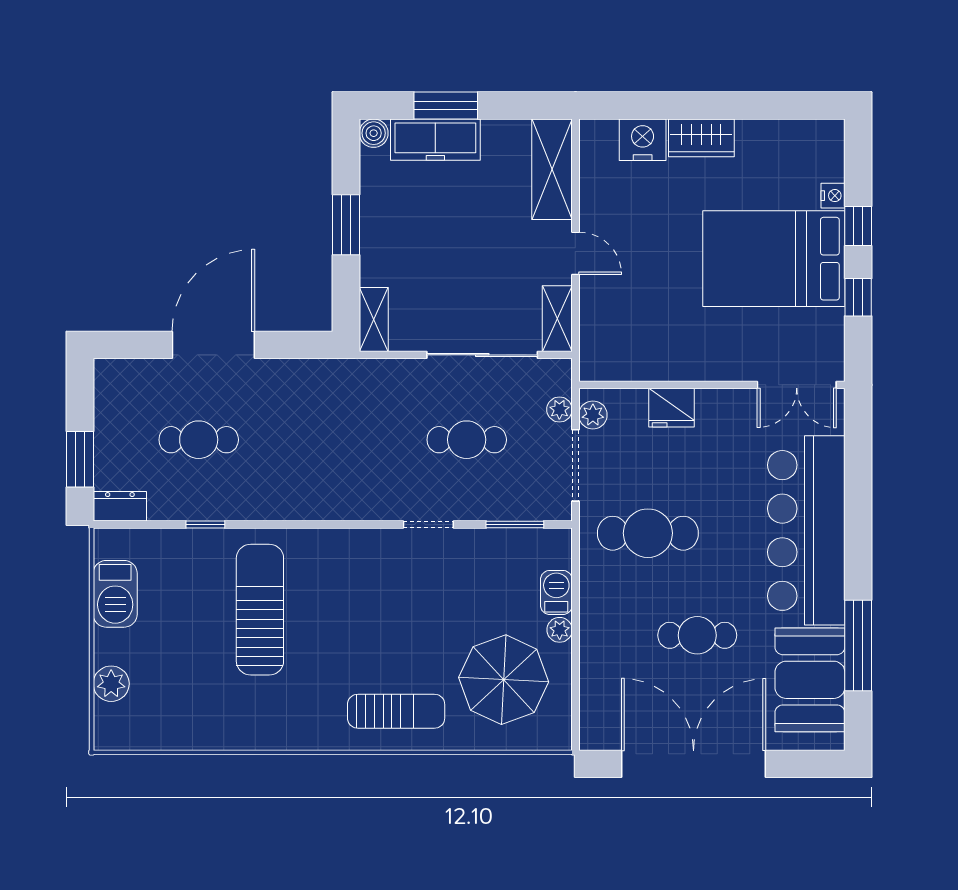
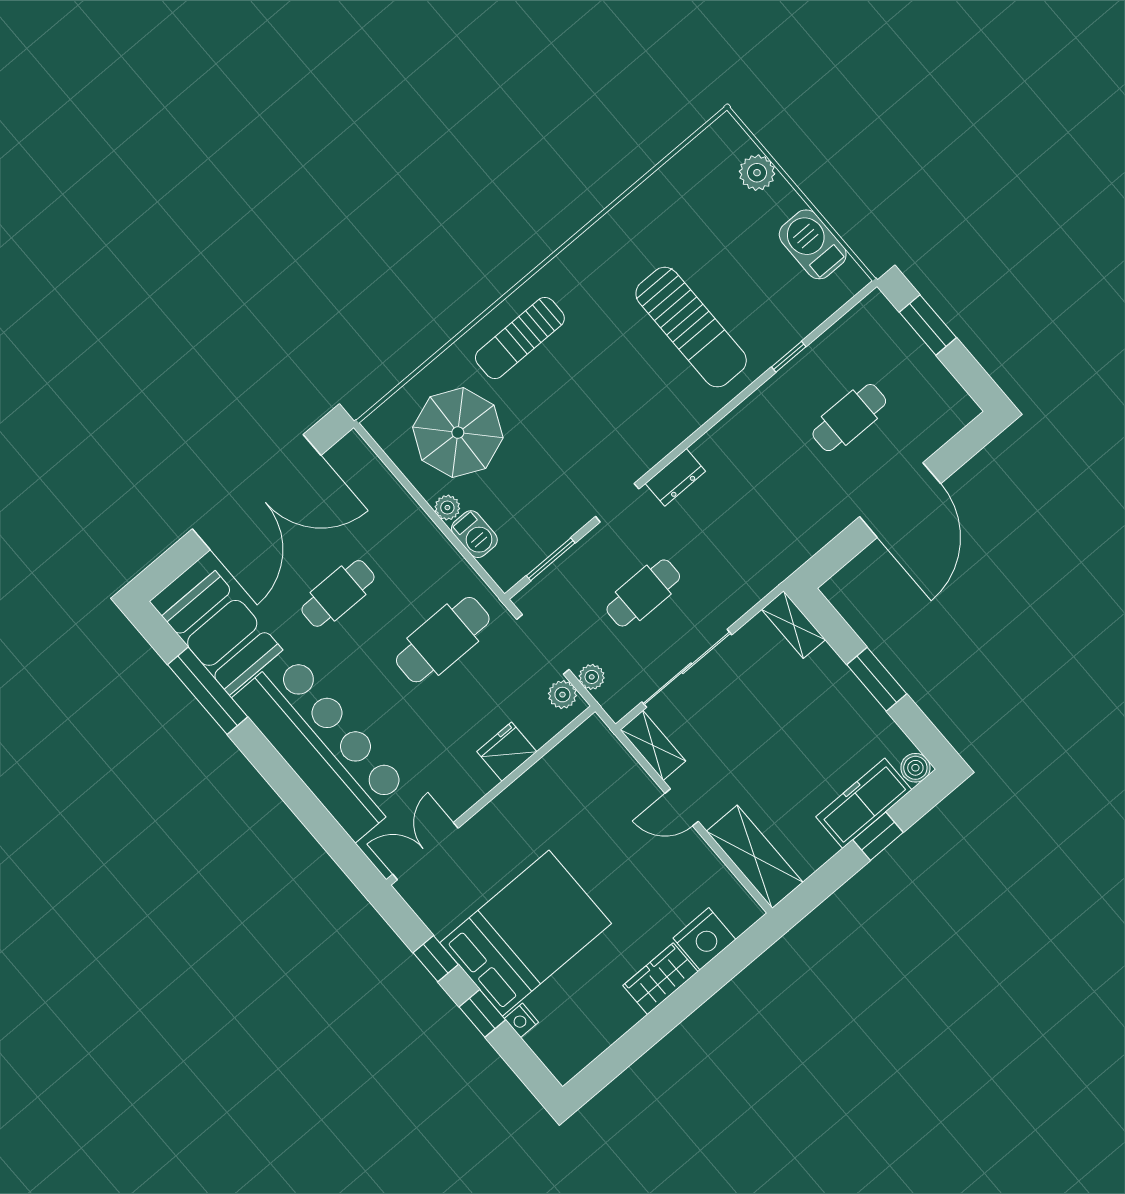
window: (446, 106) -> (878, 836), width x0.67
dresser: (120, 506) -> (675, 477), moved

